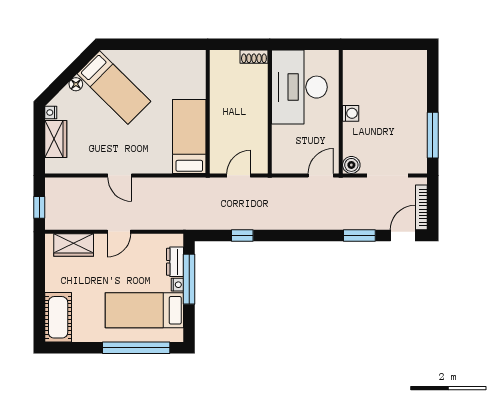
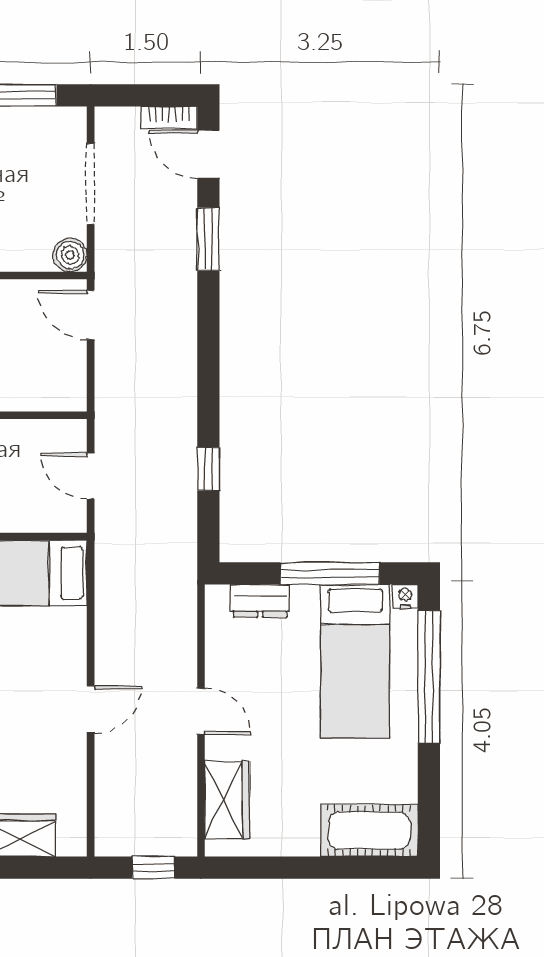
bookcase: (421, 207) -> (169, 118), width x0.64
window: (189, 279) -> (330, 573), moved
nightstand: (177, 285) -> (405, 596), moved

